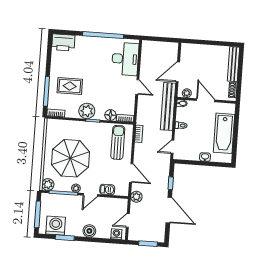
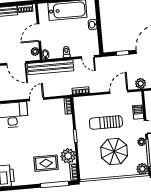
rug: (70, 86) -> (46, 163), turned 90
plant: (87, 111) -> (68, 156), moved
floor lamp: (110, 115) -> (67, 120), removed
sun lounger: (118, 142) -> (106, 123), moved
parasol: (70, 158) -> (114, 152), width x0.73, depth x0.73

